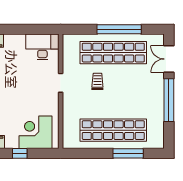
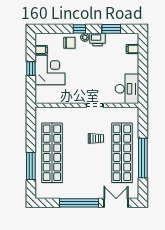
corner desk: (35, 132) -> (50, 70), moved

